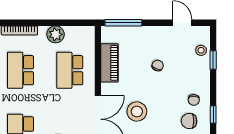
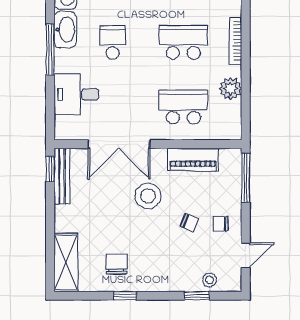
chair: (194, 100) -> (221, 224), moved
stool: (137, 112) -> (148, 196), moved

